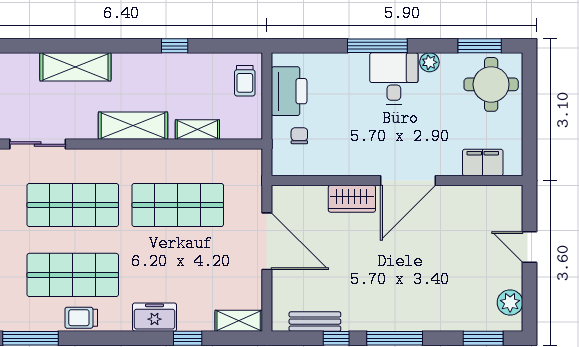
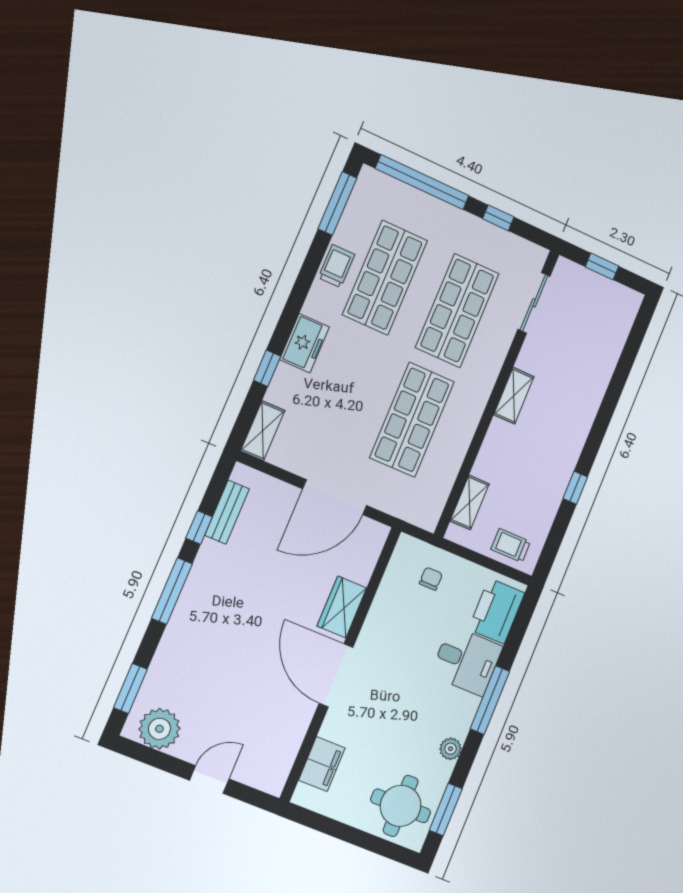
shelving: (75, 67) -> (595, 377), removed
desk: (394, 79) -> (466, 661), moved
printer: (289, 91) -> (497, 611), moved, turned 90
shelving: (133, 126) -> (514, 396), width x0.67, depth x0.75
shelving: (197, 130) -> (470, 502), moved
chair: (299, 136) -> (431, 579), turned -90
plant: (510, 303) -> (159, 729), width x1.36, depth x1.36

